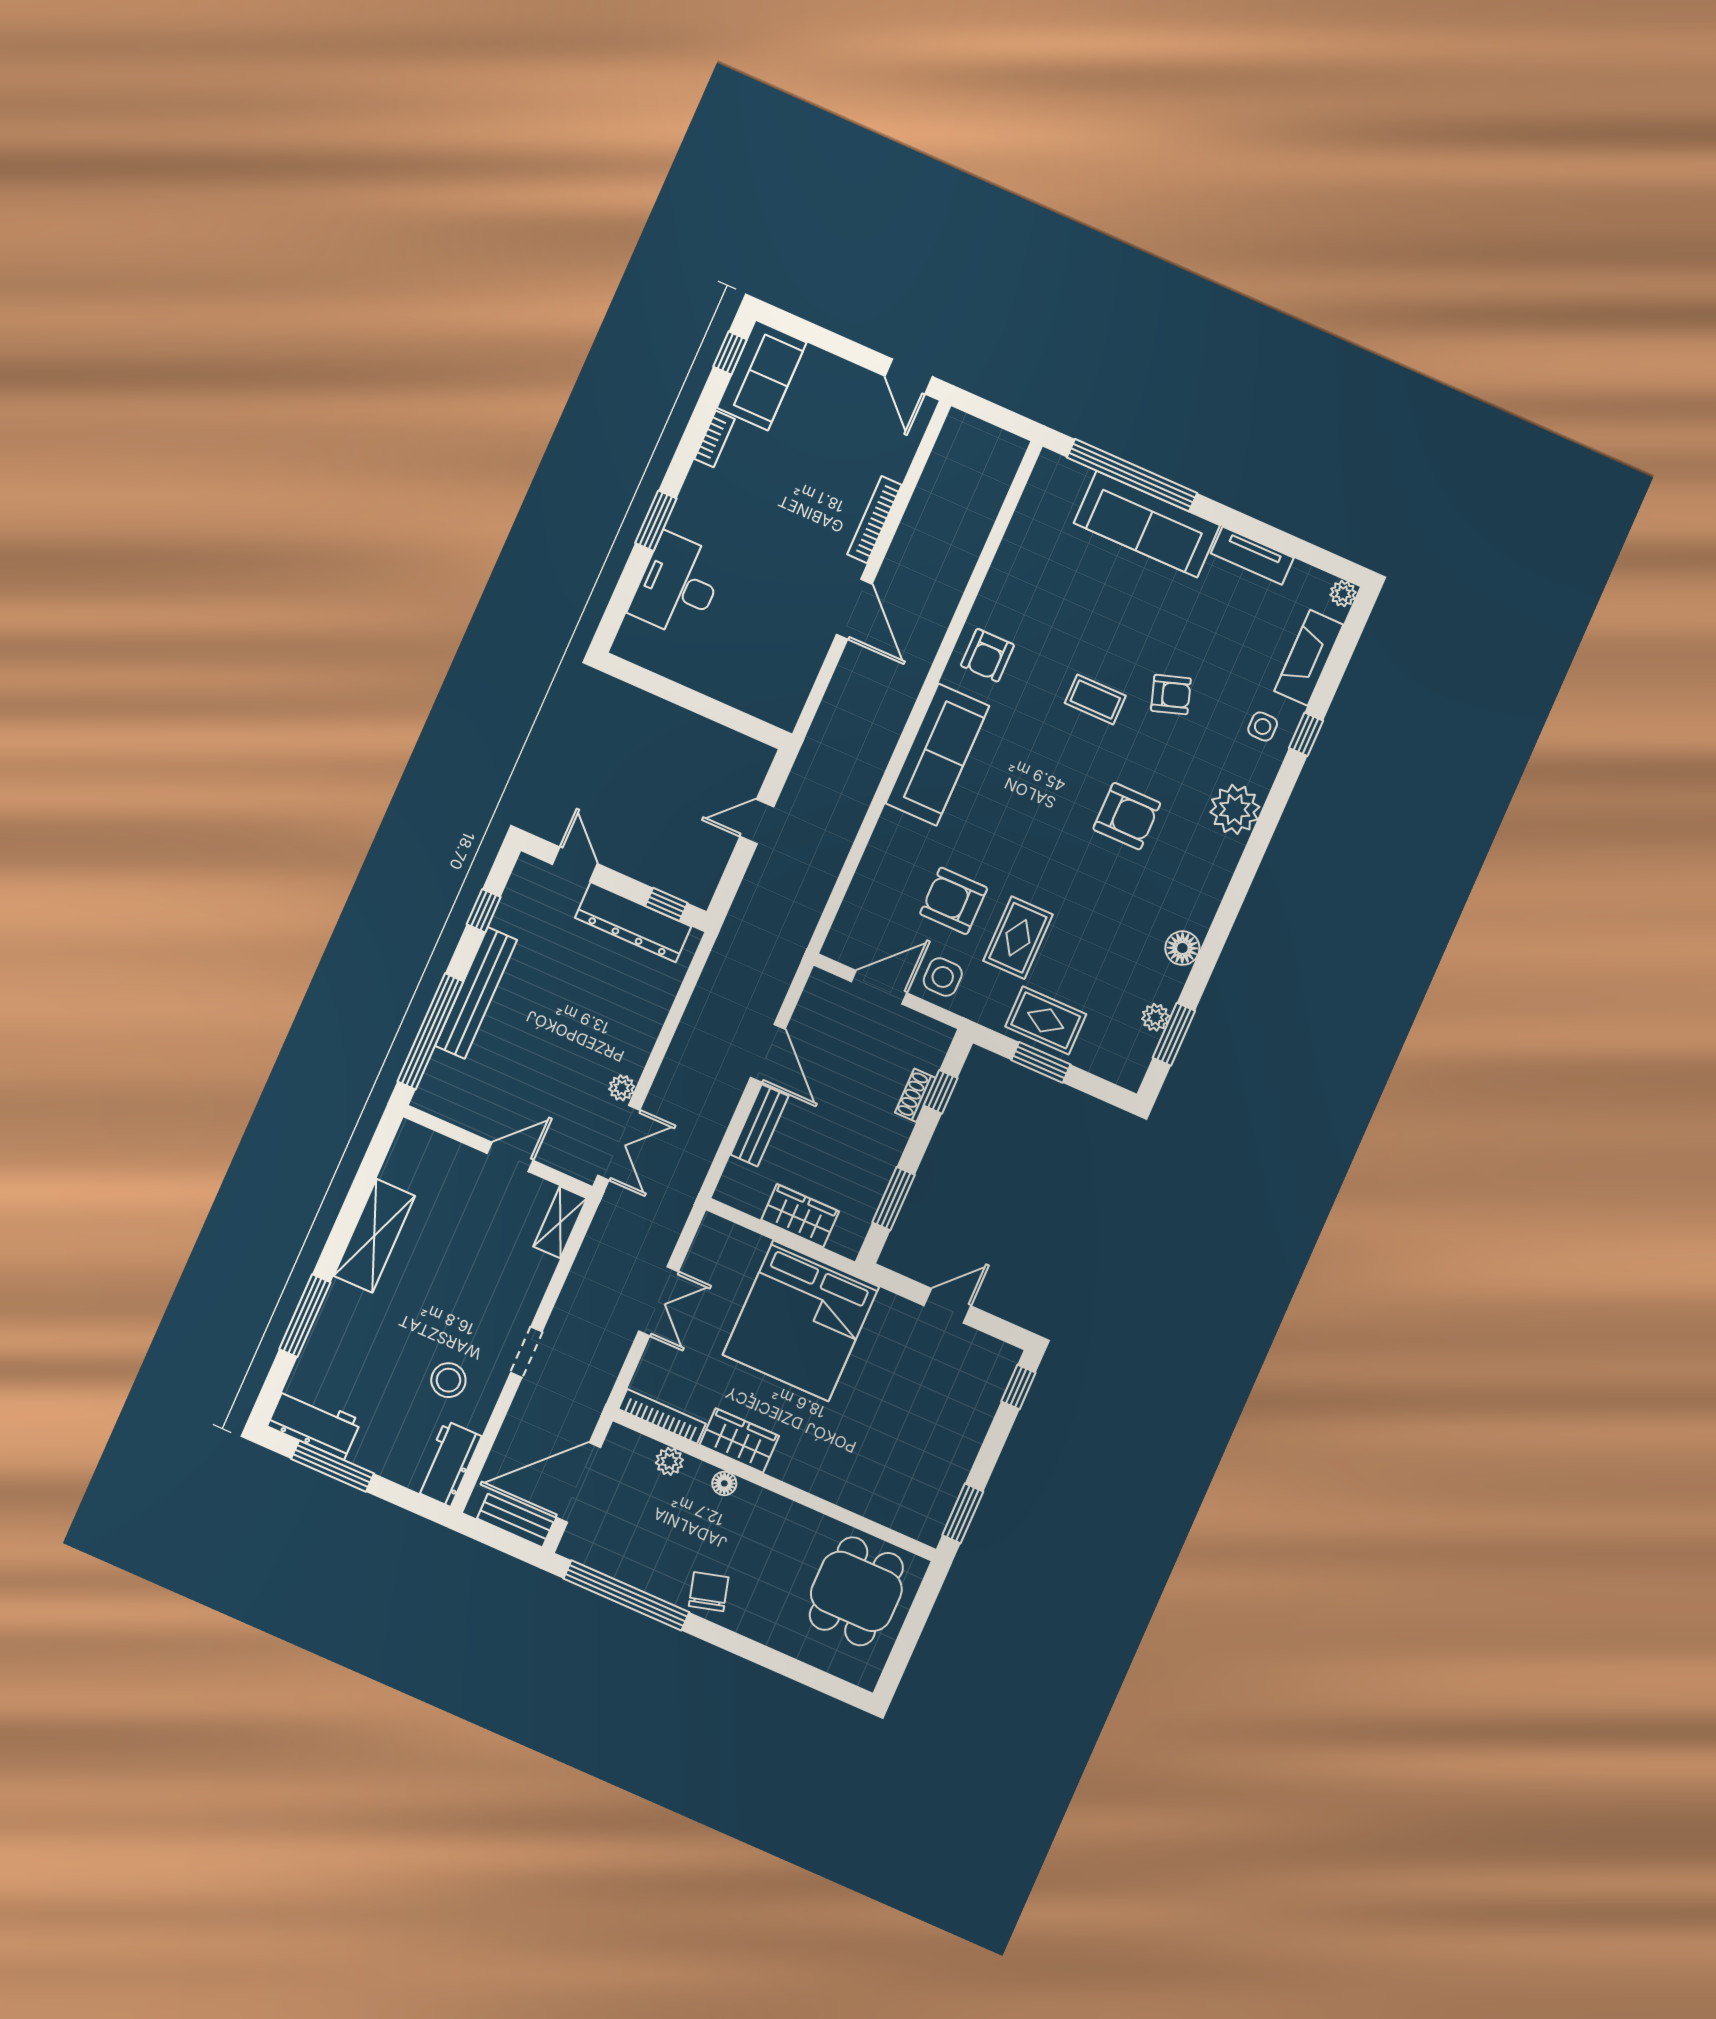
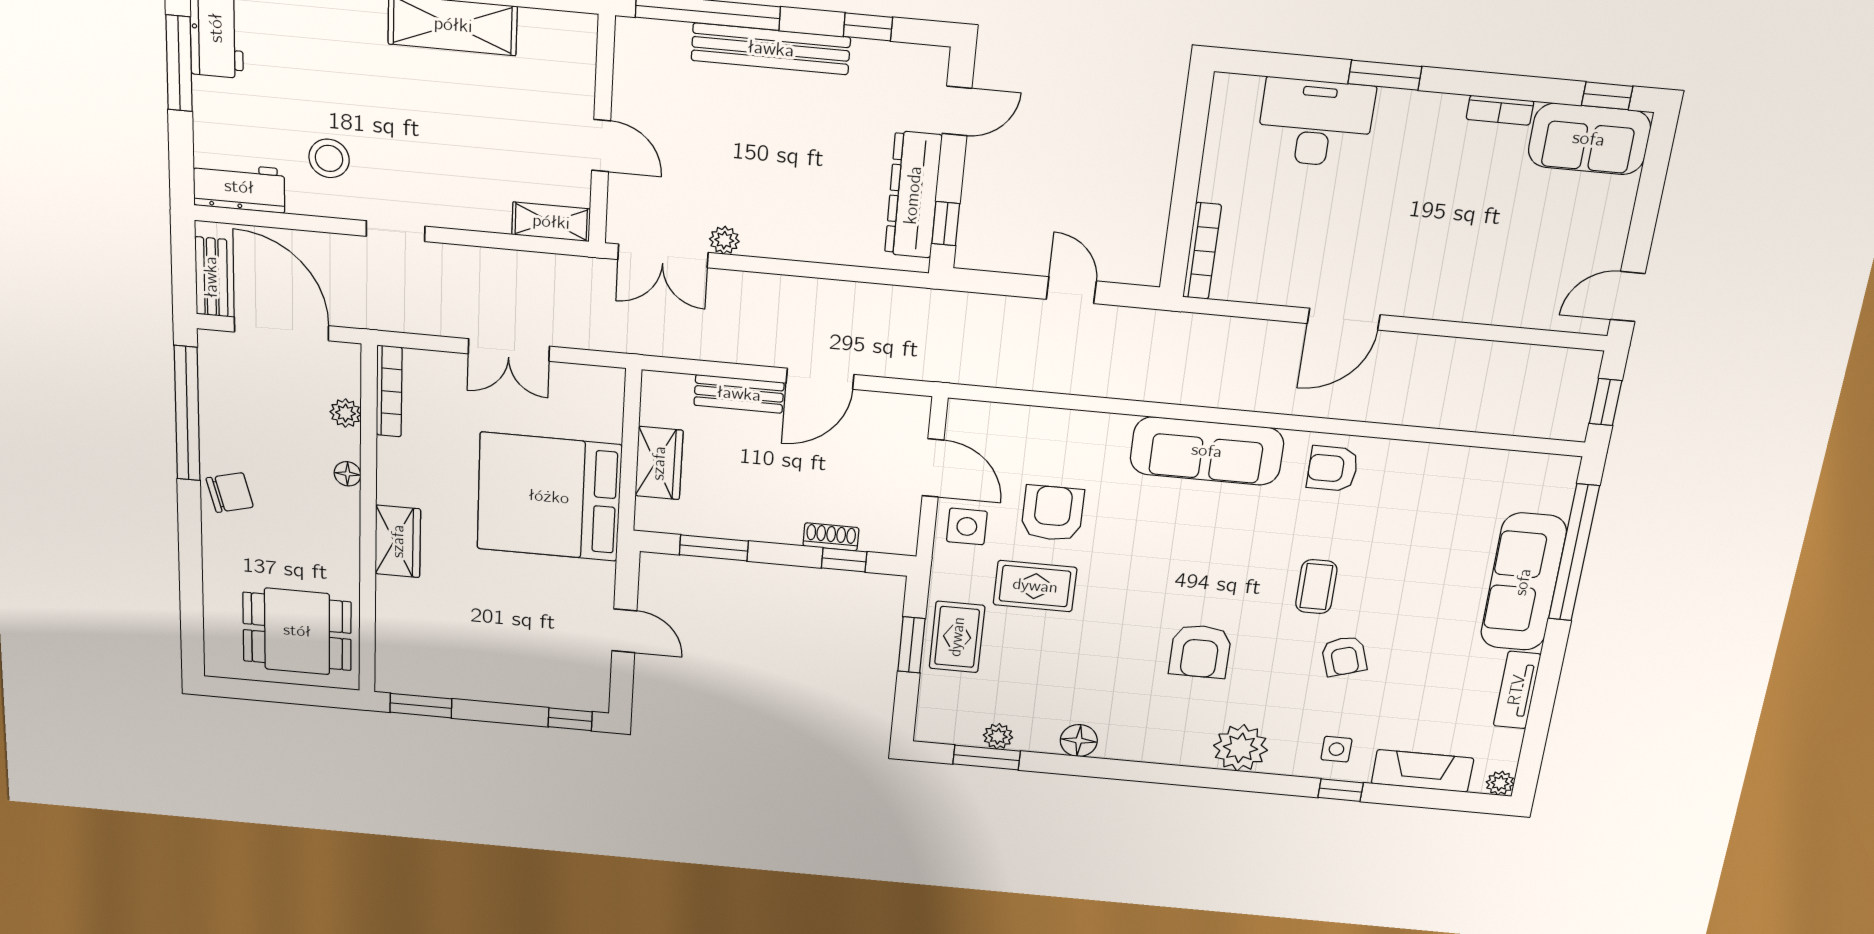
window: (998, 416) -> (1606, 402), added
bookcase: (874, 520) -> (1202, 251), moved, turned 90
wardrobe: (739, 1440) -> (398, 541), moved

